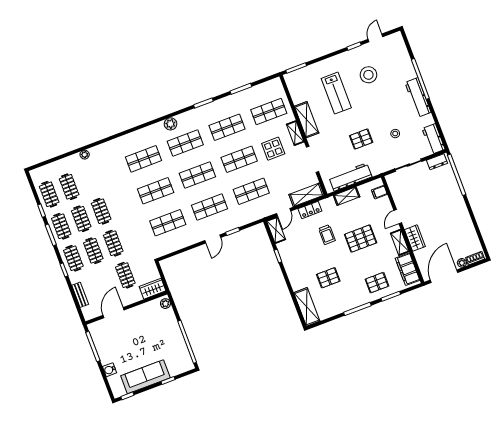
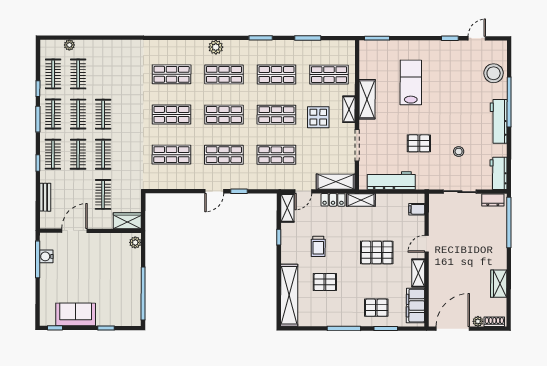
stool: (368, 75) -> (494, 73), moved
lab bench: (336, 93) -> (411, 82), turned 180
plant: (85, 155) -> (69, 45), moved
shelving: (347, 196) -> (361, 200), moved
trolley: (327, 235) -> (318, 246), moved
wardrobe: (415, 238) -> (499, 284), moved, turned 180
shelving: (307, 307) -> (289, 295), width x1.47
water cooler: (110, 370) -> (46, 256), moved
sofa: (145, 377) -> (76, 314), width x0.73

